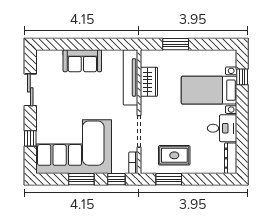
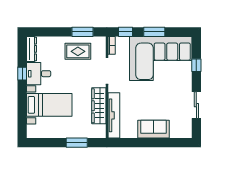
window: (242, 77) -> (22, 74), moved
wardrobe: (149, 82) -> (99, 106), width x1.50

